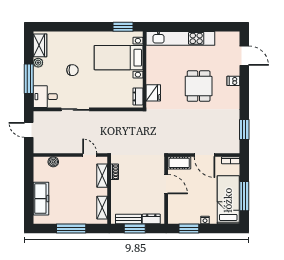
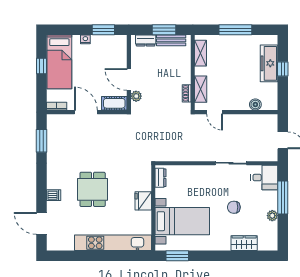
wardrobe: (40, 45) -> (244, 243), moved, turned 90
fridge: (153, 93) -> (143, 201), moved
plant: (160, 169) -> (136, 96), added
window: (29, 194) -> (283, 69), added
window: (244, 196) -> (41, 66), width x0.46

